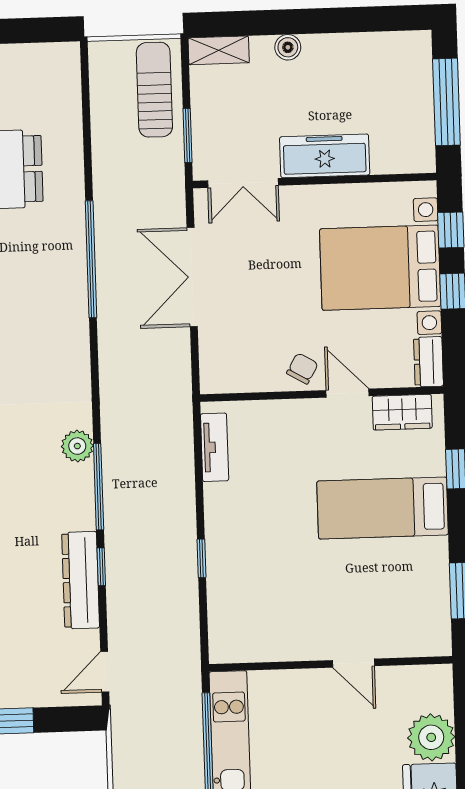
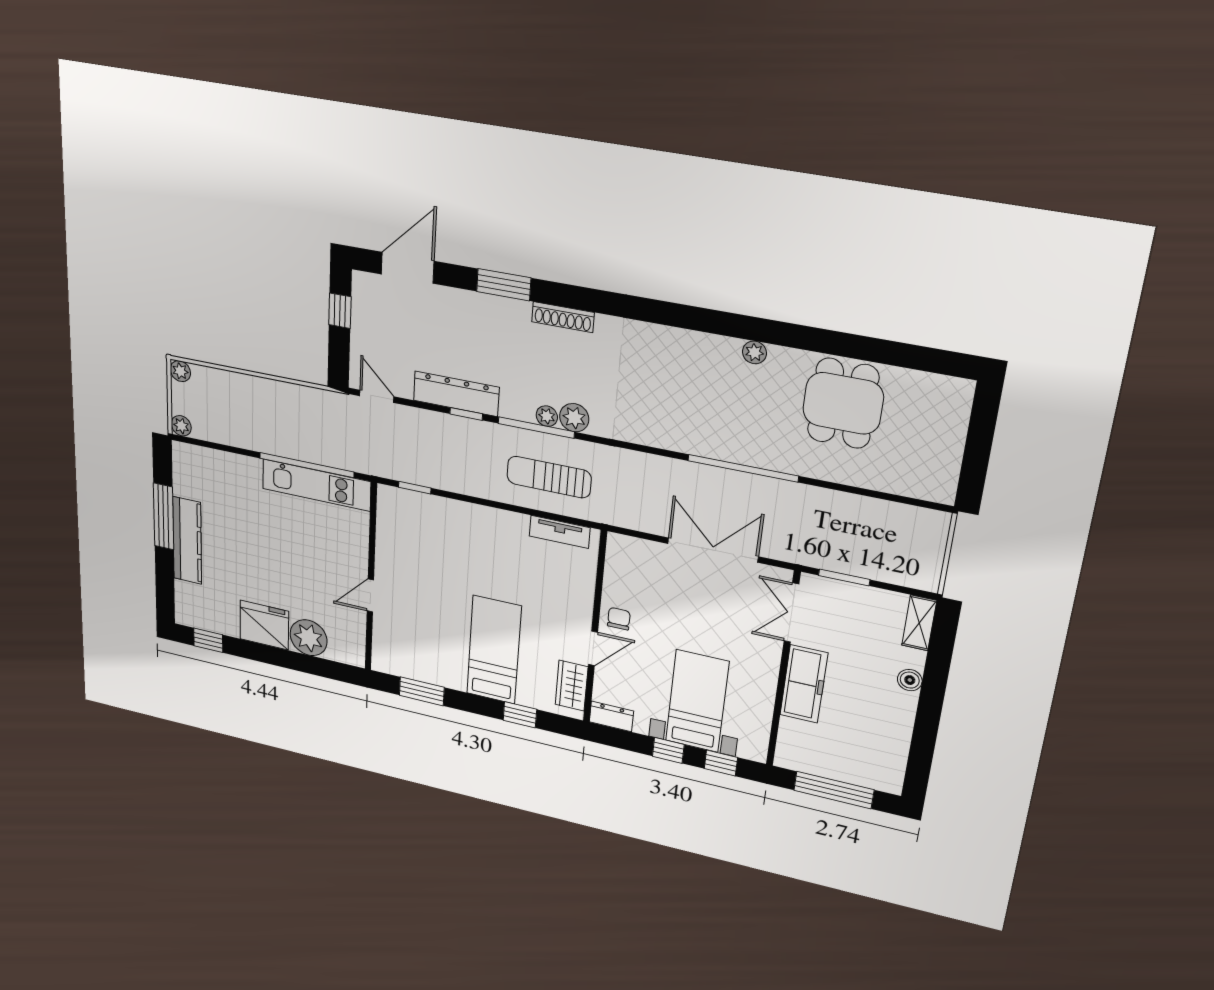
sun lounger: (154, 90) -> (549, 477), moved, turned 180
bed with nightstands: (380, 268) -> (697, 701), width x0.73
chair: (302, 368) -> (619, 619), turned -120
plant: (83, 476) -> (547, 416), added
window: (201, 558) -> (415, 488), moved

